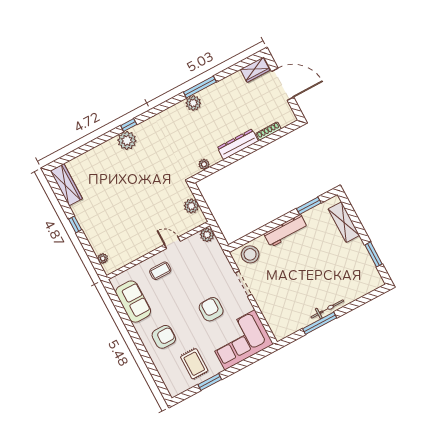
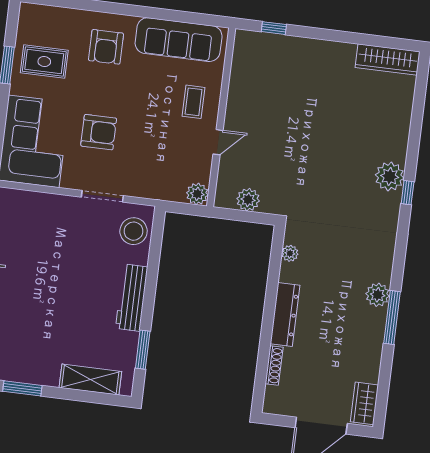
window: (75, 224) -> (274, 28), moved
plant: (103, 258) -> (261, 40), removed
sofa: (133, 302) -> (179, 40), width x1.36

